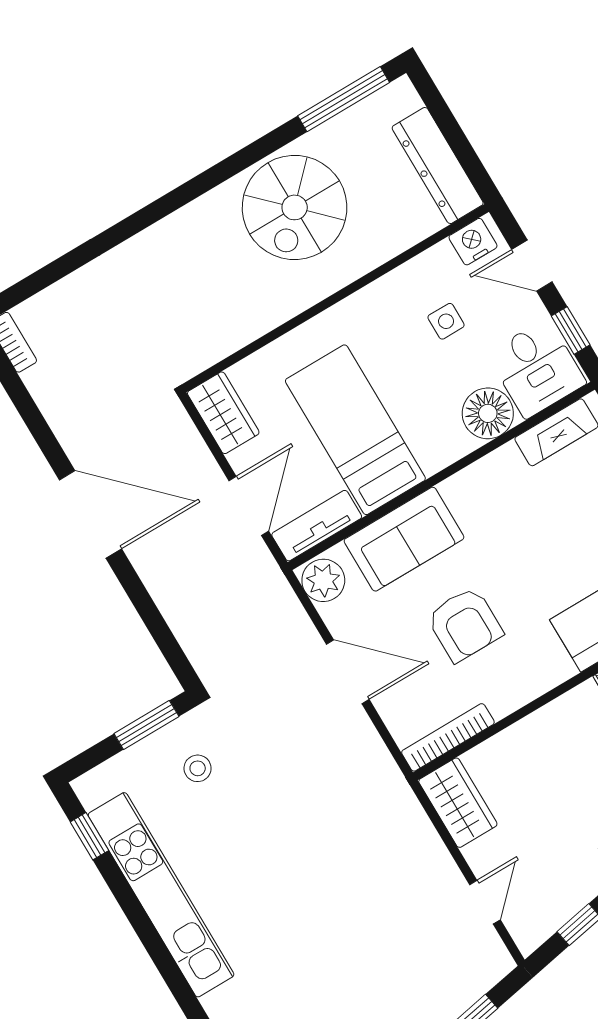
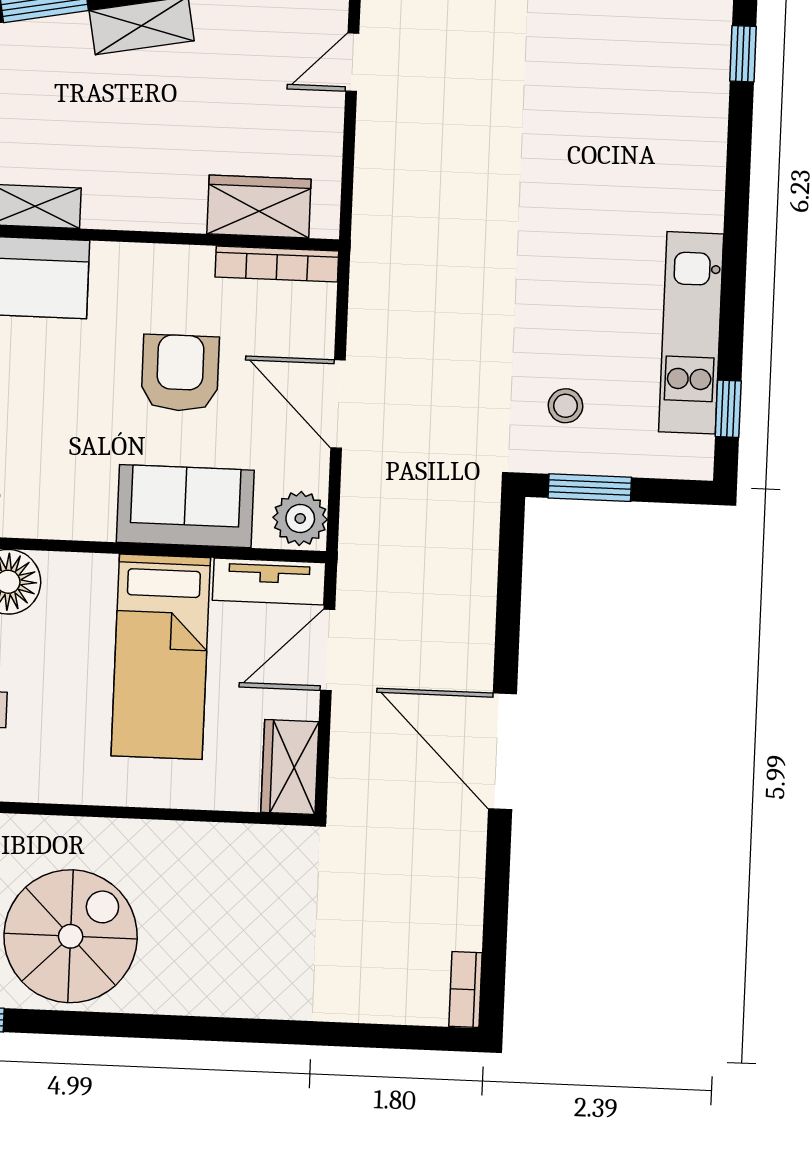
wardrobe: (458, 803) -> (259, 207), moved, turned 90
kitchen unit: (161, 895) -> (691, 333), width x0.73

